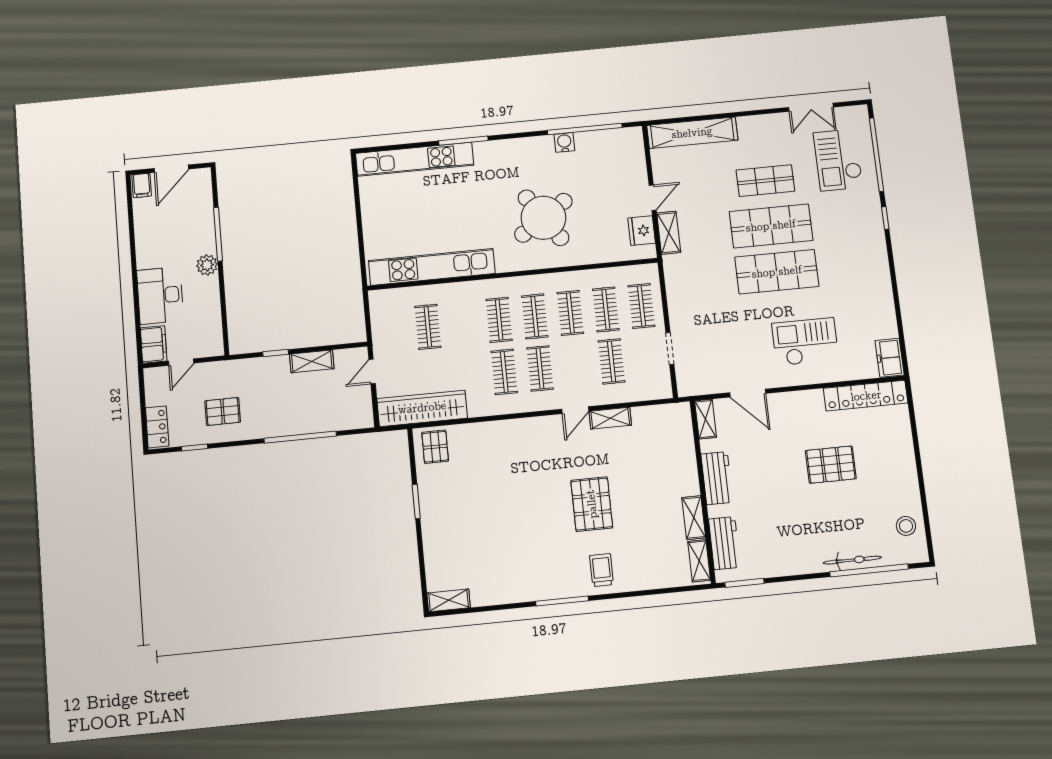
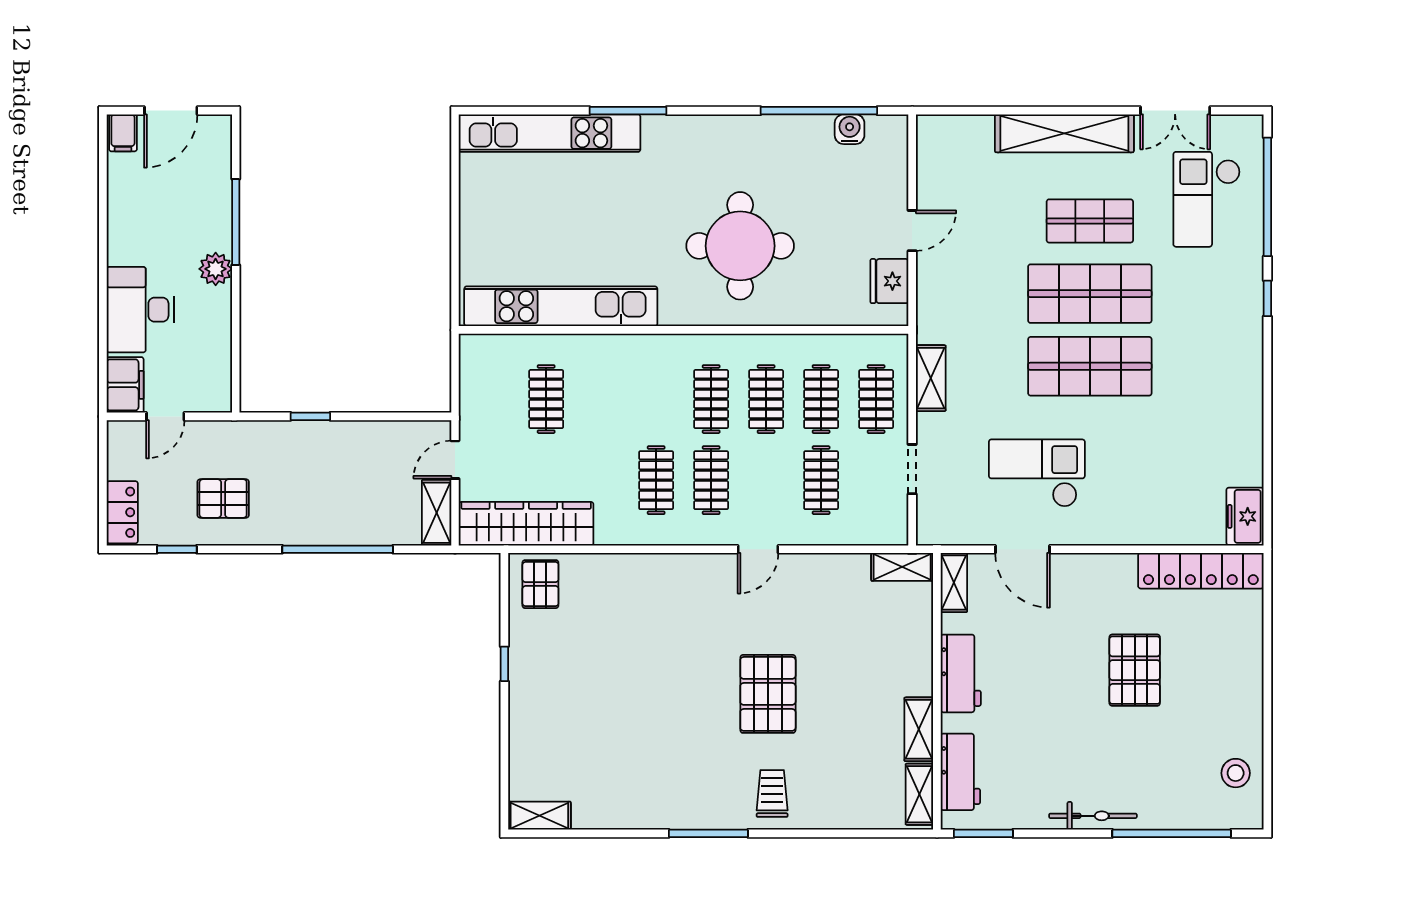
shelving: (692, 133) -> (1064, 133), moved
water cooler: (564, 142) -> (850, 129), moved
round table: (543, 218) -> (740, 246), turned 34
shelving: (669, 233) -> (931, 378), moved
clothes rail: (499, 320) -> (656, 399), removed
checkout: (805, 342) -> (1037, 473), moved
shelving: (312, 361) -> (437, 513), moved, turned 90
shelving: (610, 418) -> (902, 567), moved
pallet: (831, 465) -> (1135, 670), turned 90
window: (416, 501) -> (504, 664), width x0.67
bicycle: (852, 560) -> (1093, 816), moved

